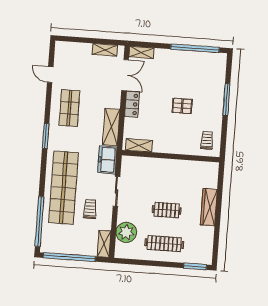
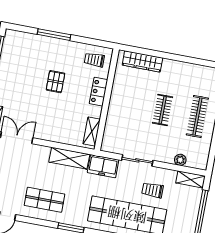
locker: (132, 104) -> (98, 92), moved, turned -90
wardrobe: (209, 207) -> (142, 61), moved
plant: (126, 232) -> (180, 160), width x0.53, depth x0.53

